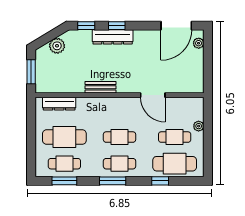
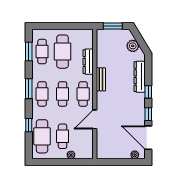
window: (86, 26) -> (148, 114), moved
dresser: (113, 37) -> (140, 77), moved
dresser: (59, 104) -> (88, 62), moved
cafe table: (120, 110) -> (83, 94), added

